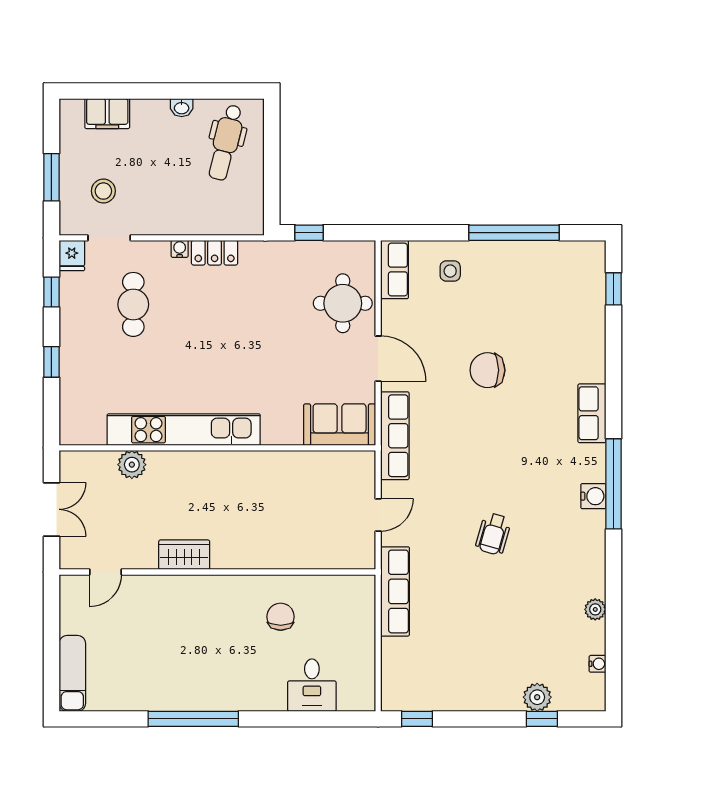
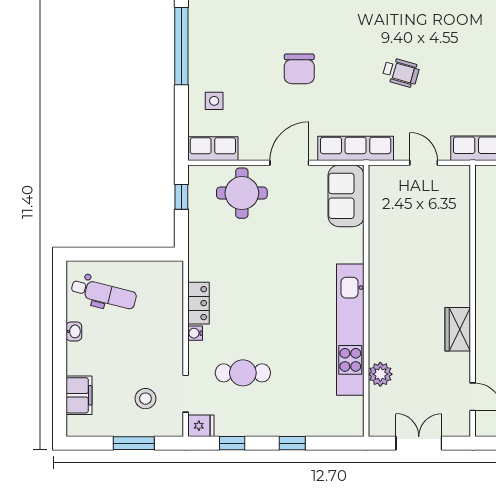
window: (309, 233) -> (181, 197), moved
wheelchair: (493, 534) -> (401, 72), moved

